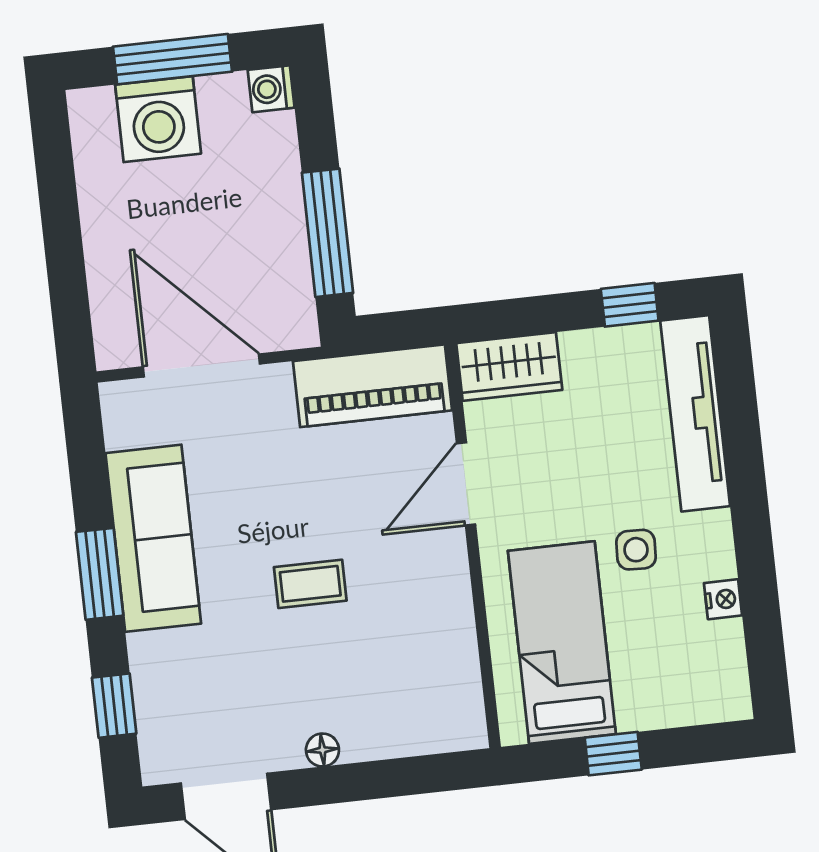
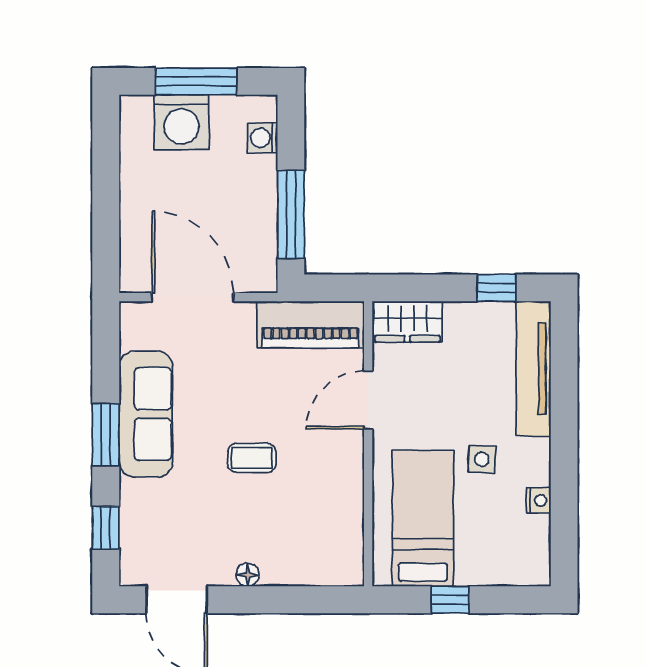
washing machine: (271, 89) -> (263, 138), moved

